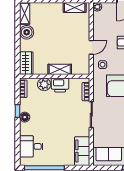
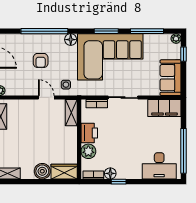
boiler: (27, 32) -> (42, 171), moved
shelving: (60, 69) -> (71, 113), moved
floor lamp: (25, 117) -> (110, 173), moved
desk: (31, 146) -> (159, 166), width x1.37

